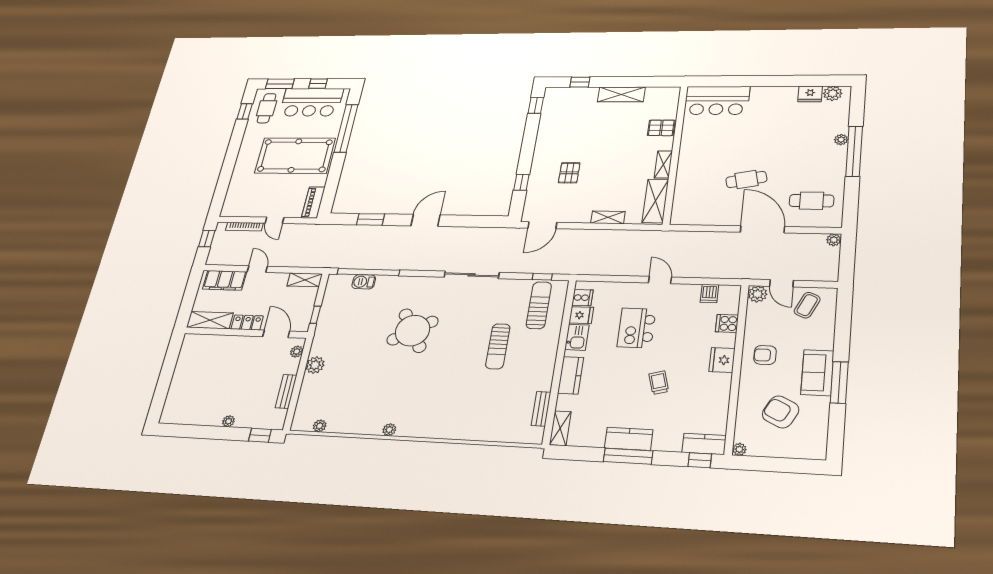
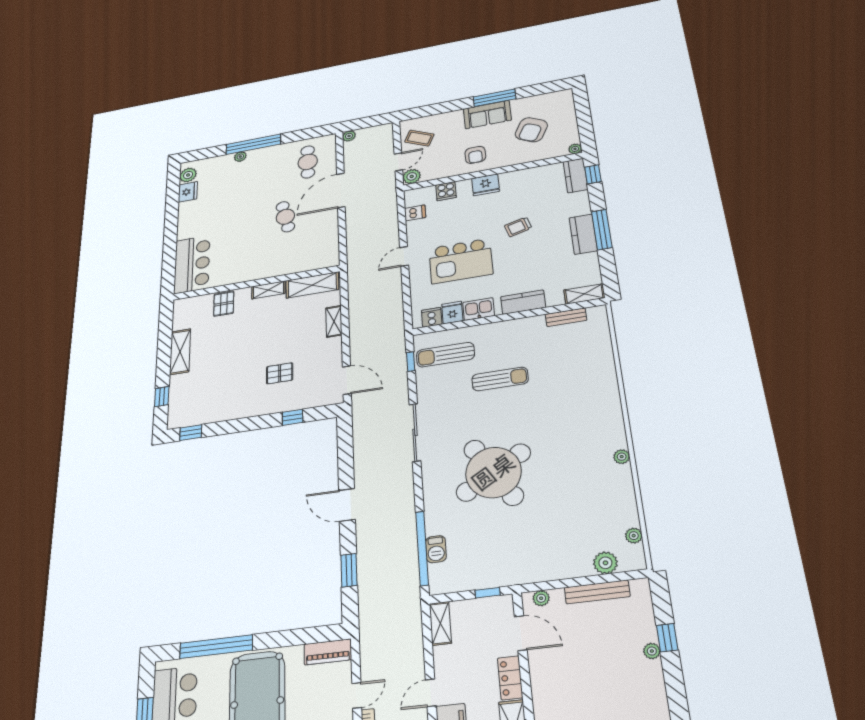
kitchen island: (637, 328) -> (461, 261), width x1.37, depth x1.28
round table: (413, 331) -> (493, 472), width x1.36, depth x1.36
door: (276, 334) -> (521, 633), swing flipped
plant: (315, 365) -> (605, 563), moved
bench: (286, 391) -> (597, 592), width x1.36
window: (260, 435) -> (667, 638), moved

